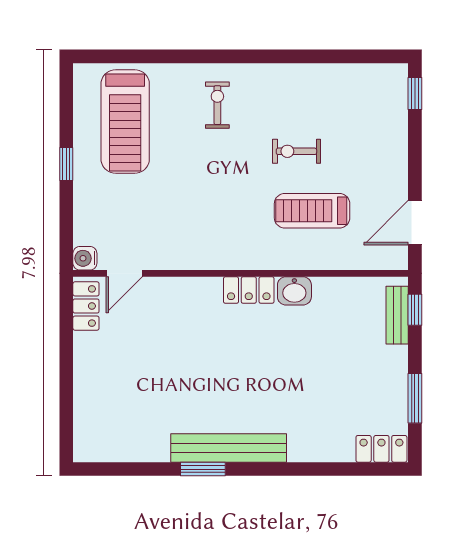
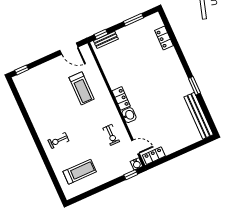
treadmill: (125, 122) -> (80, 172), width x0.73, depth x0.73
exercise bike: (296, 151) -> (111, 135), moved
window: (66, 164) -> (131, 175), moved
washbasin: (294, 291) -> (129, 115), moved
bench: (229, 448) -> (199, 116), moved
locker: (381, 449) -> (164, 38), moved

